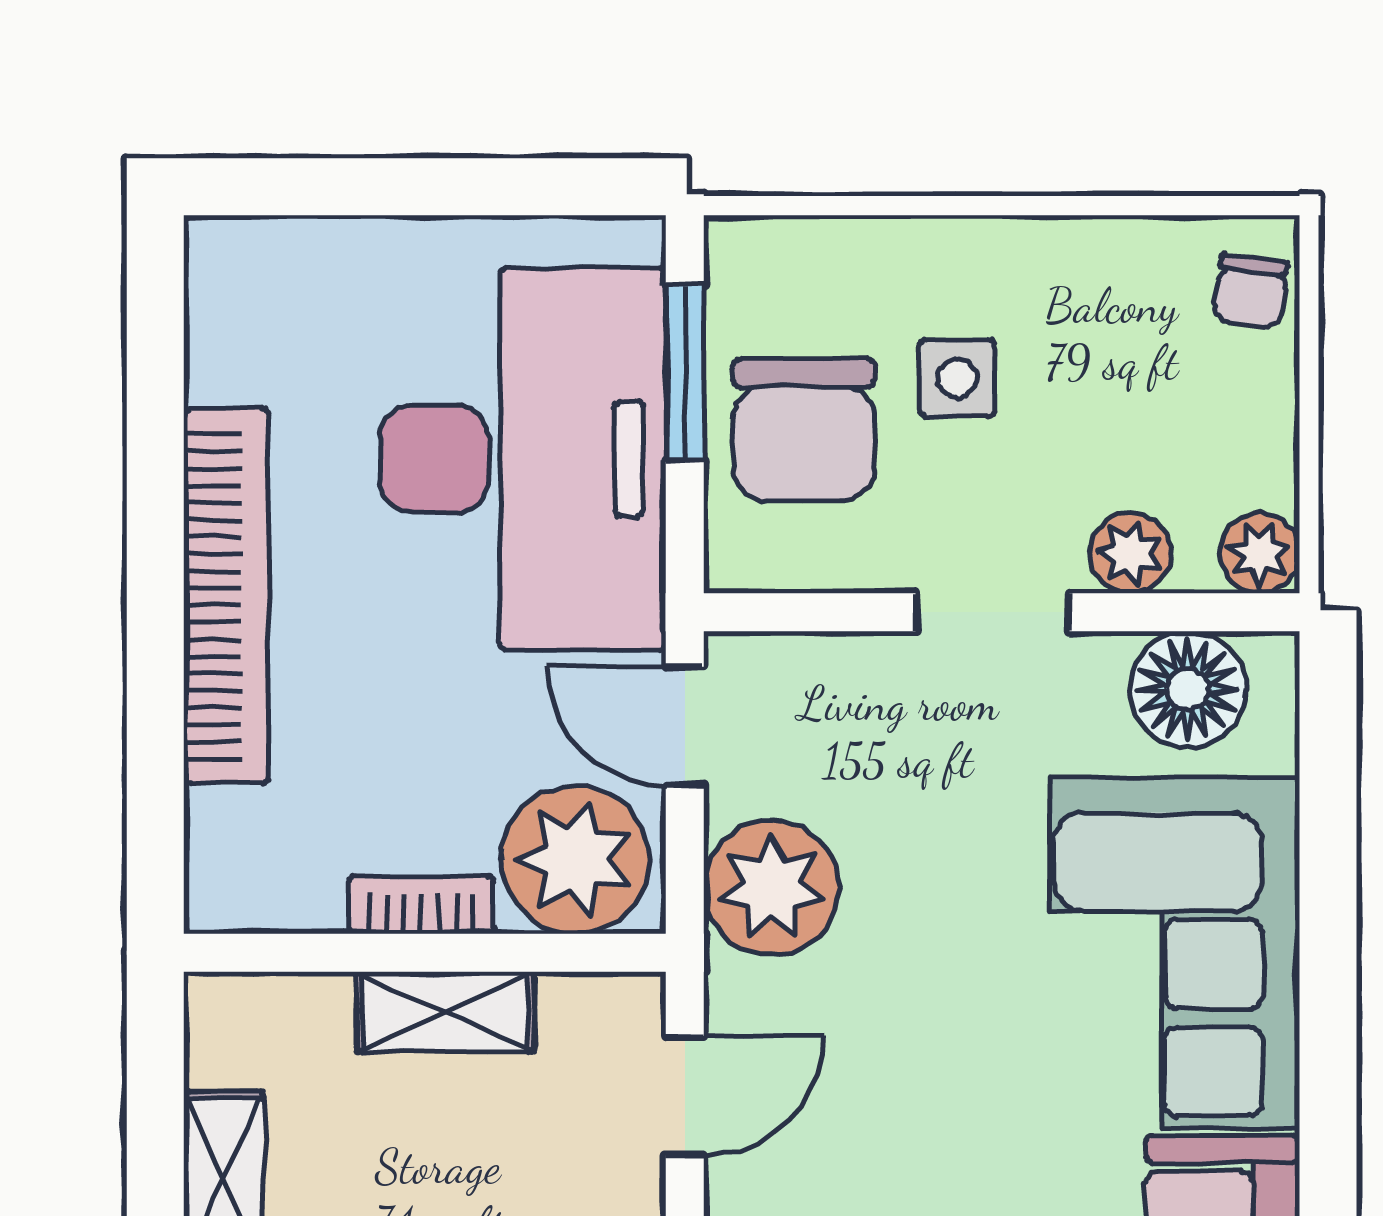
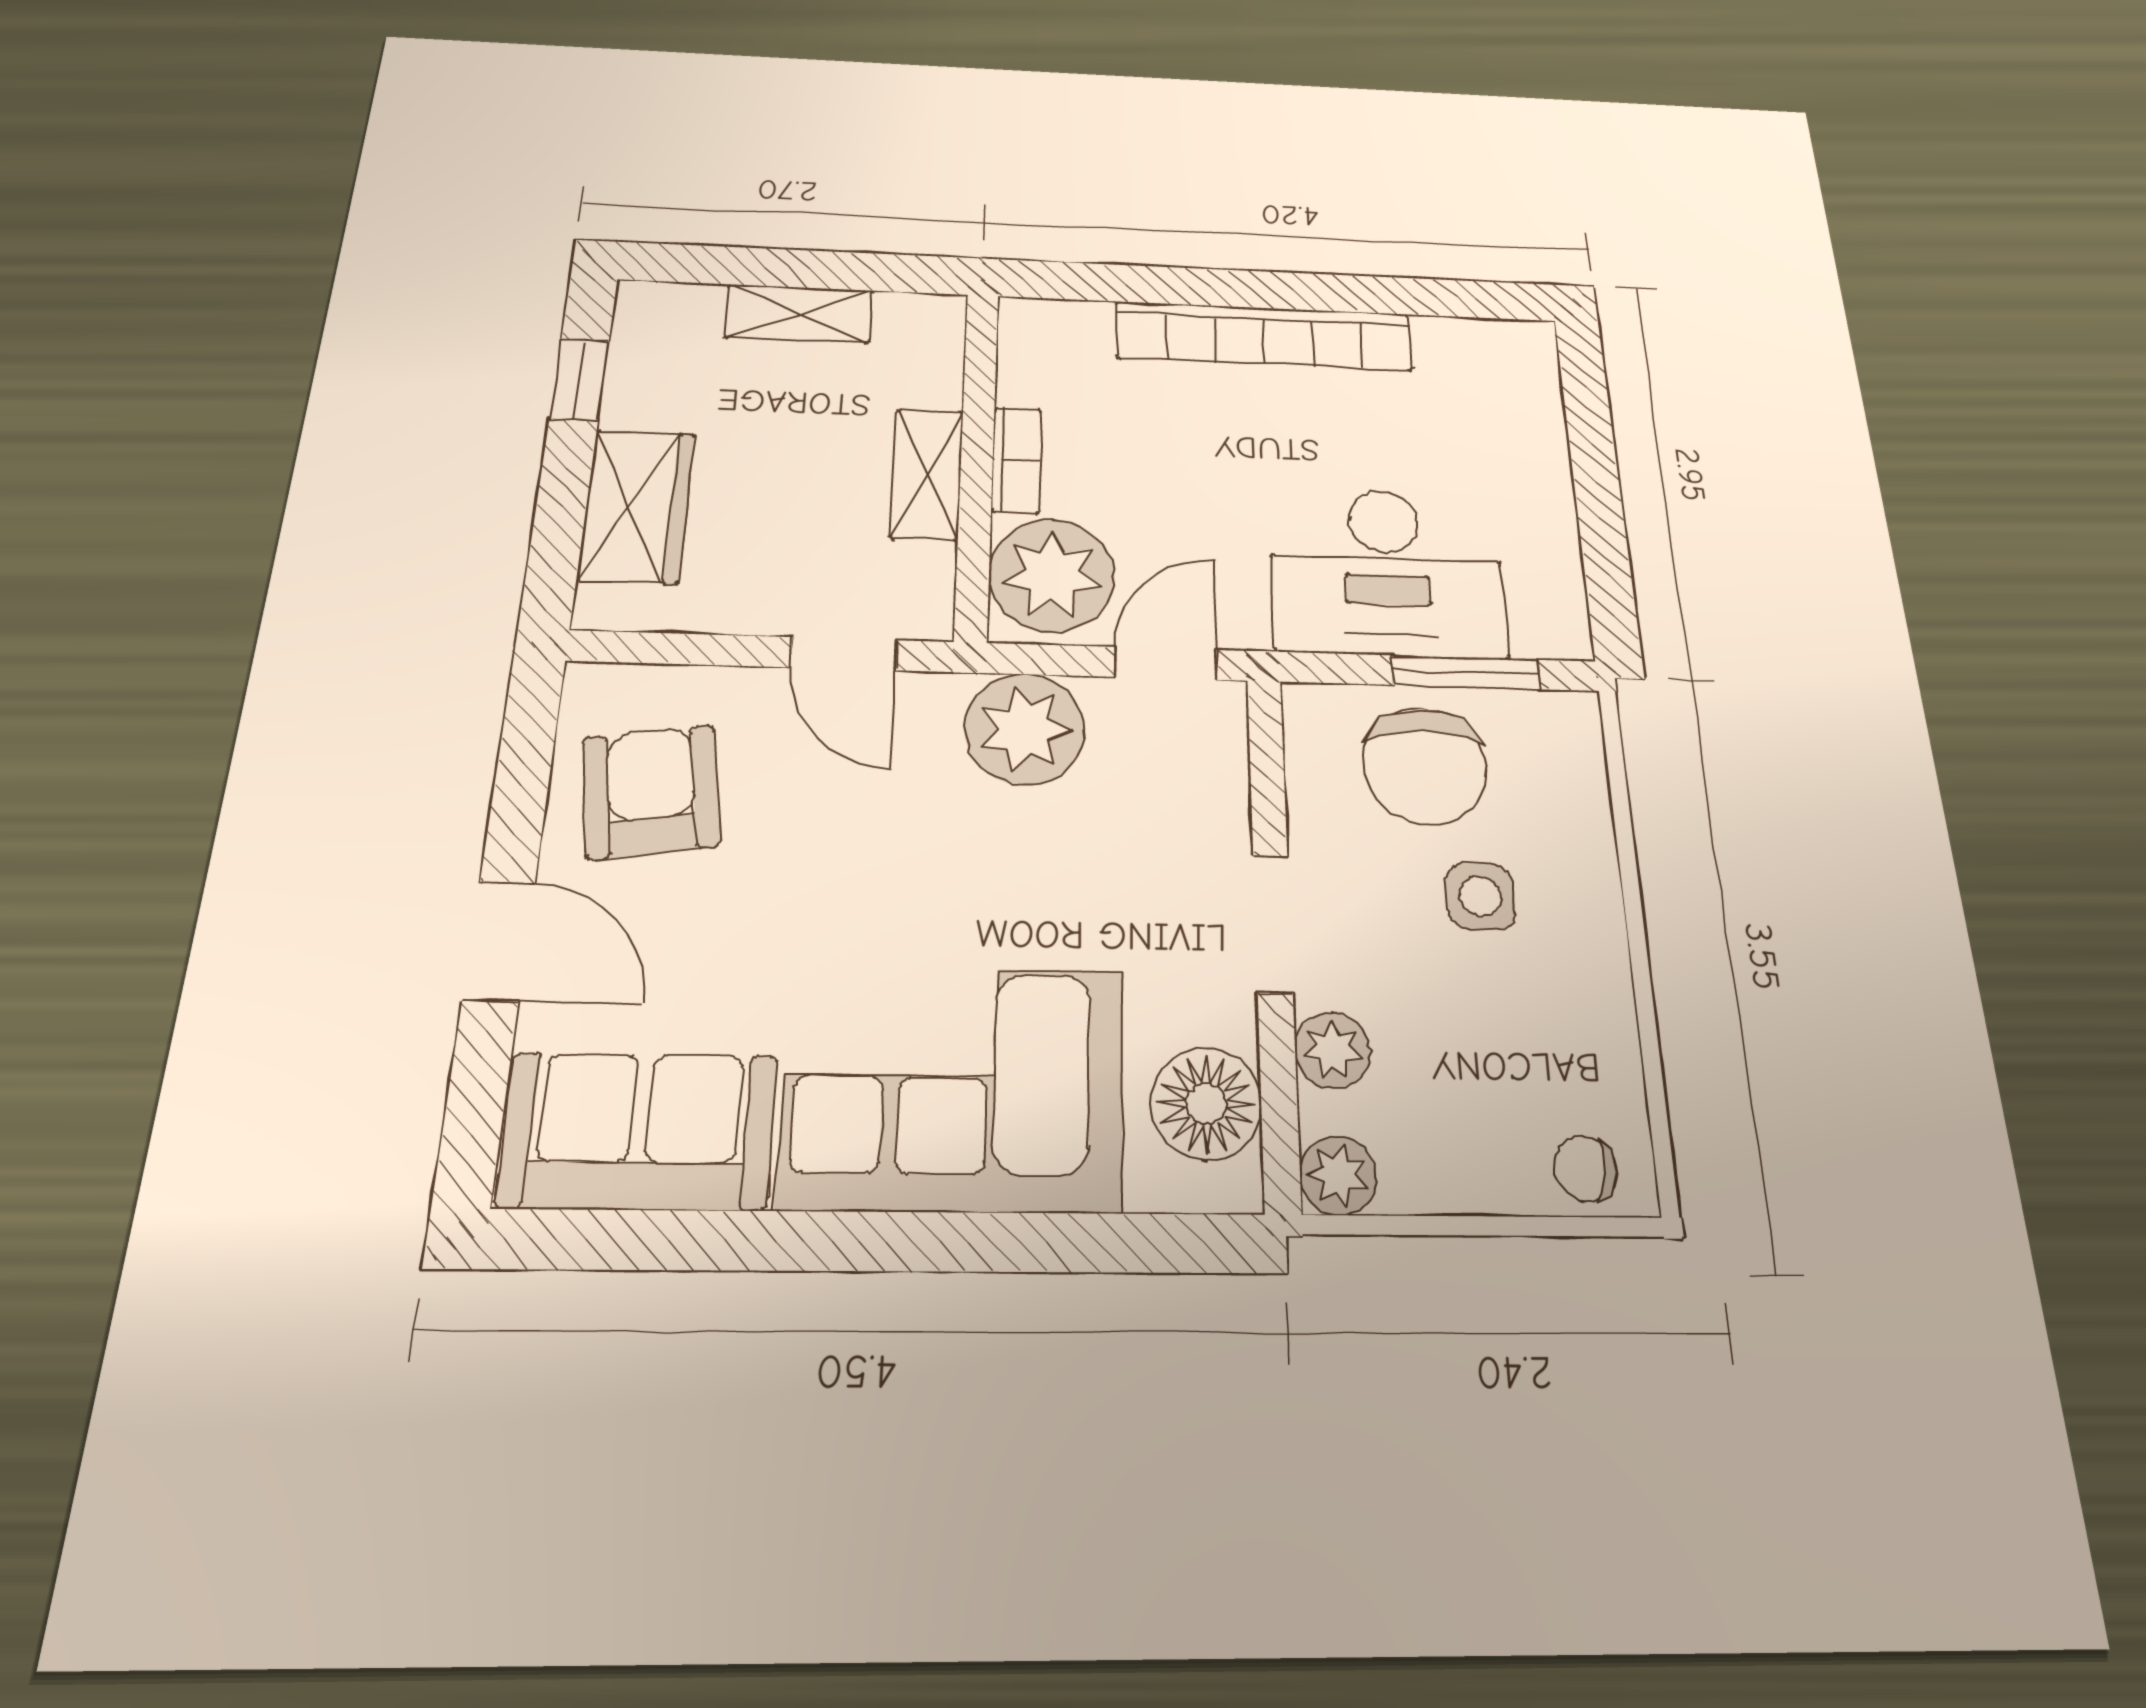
chair: (804, 430) -> (1425, 766), turned -90
desk: (523, 458) -> (1387, 572), width x0.73, depth x0.77

